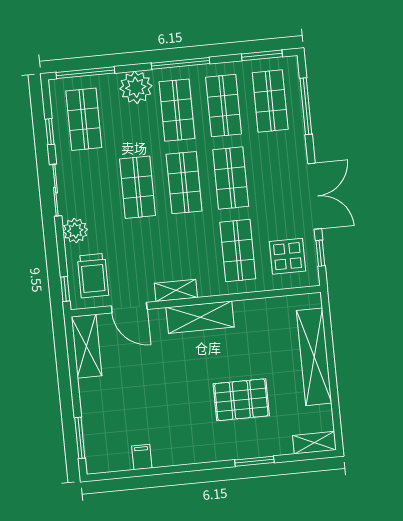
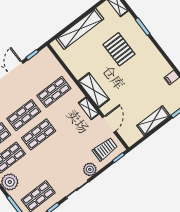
shop shelf: (138, 187) -> (53, 154), removed
display table: (287, 256) -> (43, 68), removed
shelving: (87, 346) -> (153, 121), moved

